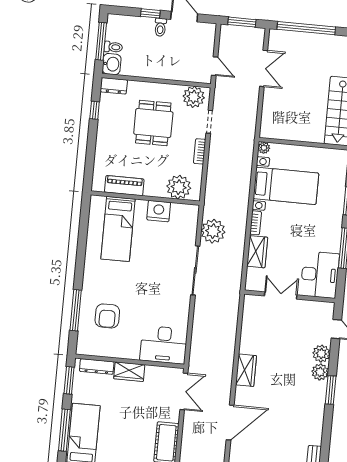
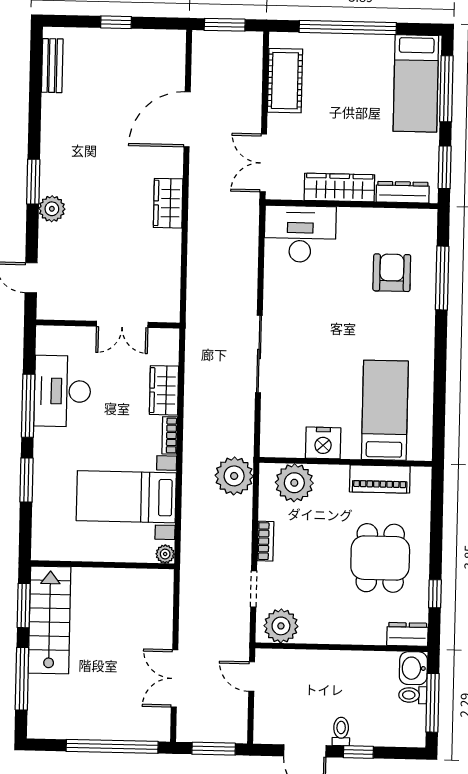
dining table: (153, 123) -> (380, 558), moved
plant: (213, 231) -> (234, 476), moved
desk: (320, 275) -> (62, 391), moved
plant: (321, 354) -> (52, 238), removed
wardrobe: (129, 372) -> (339, 188), width x1.50

